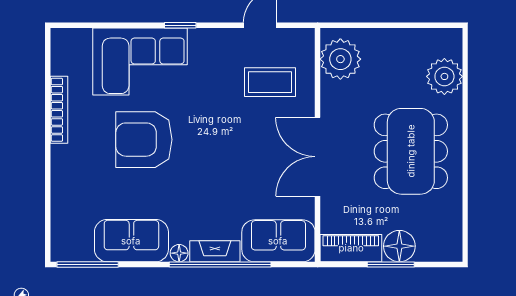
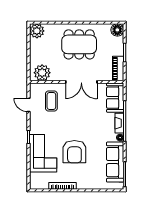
plant: (444, 76) -> (37, 31), moved
sofa: (131, 241) -> (115, 162), width x1.36
floor lamp: (399, 246) -> (117, 30), moved

